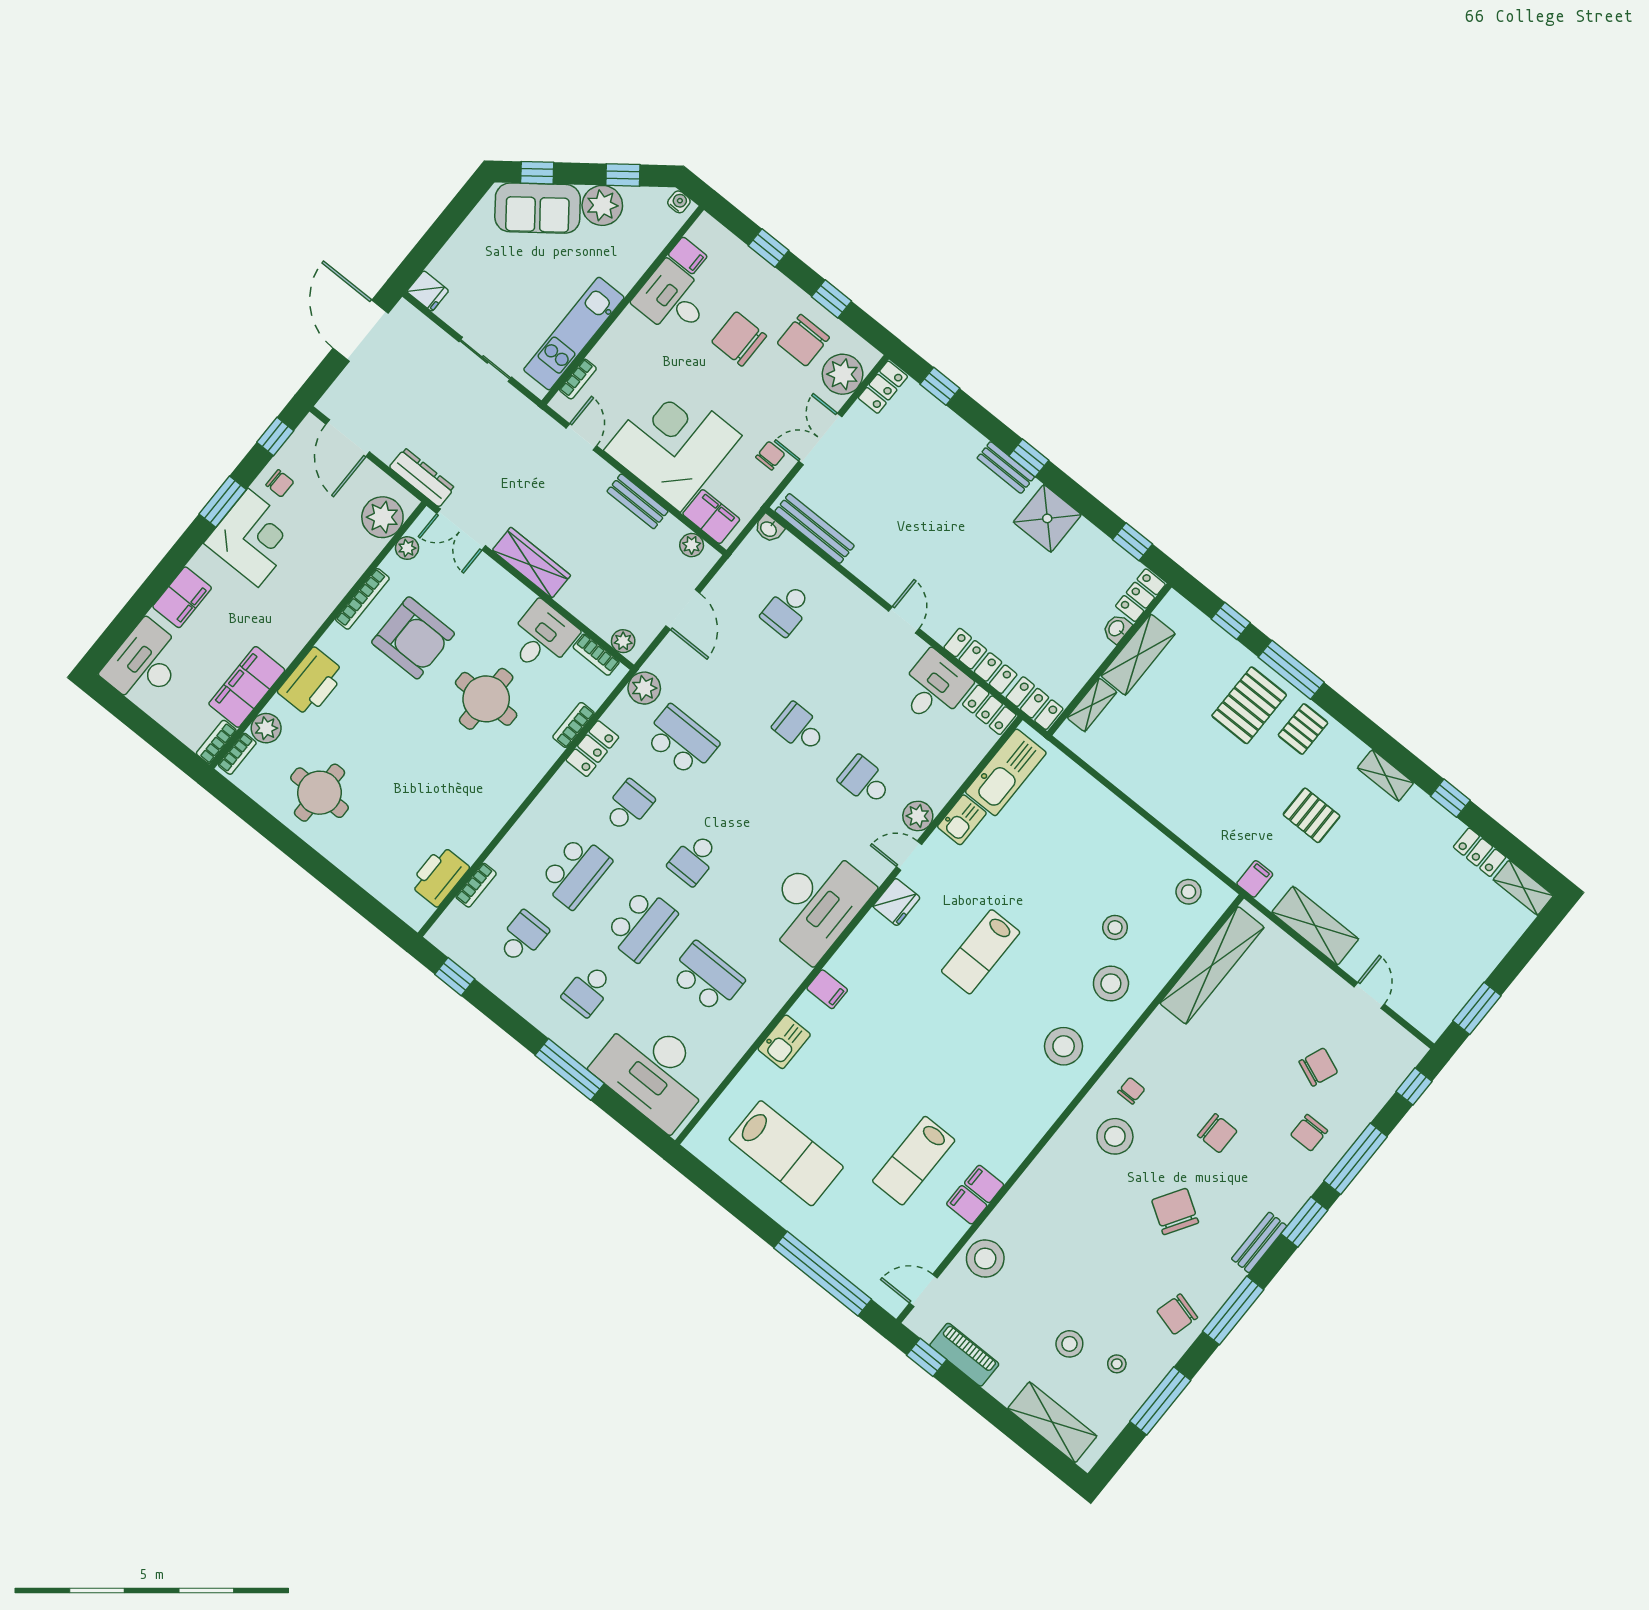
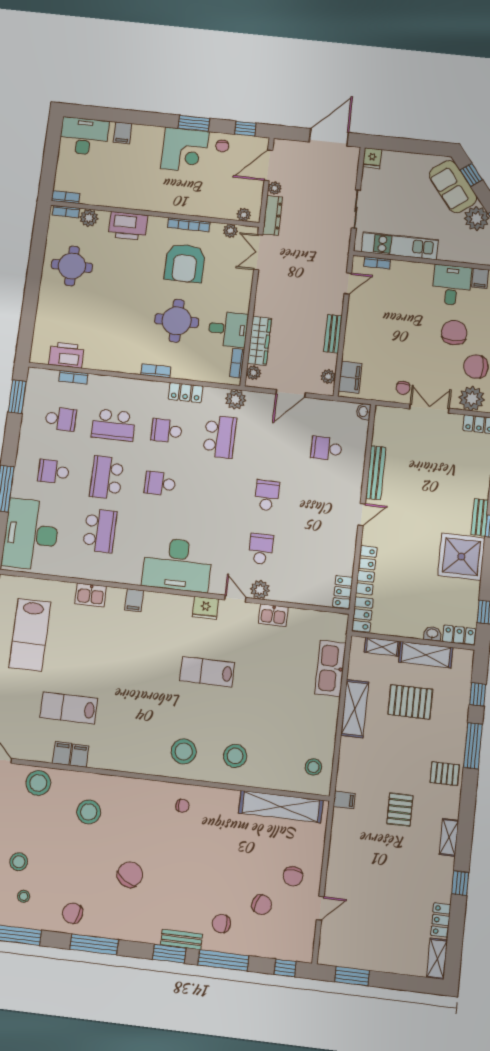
corner desk: (673, 443) -> (376, 333), removed
plant: (385, 450) -> (275, 188), added
chair: (770, 456) -> (403, 388), turned 89
plant: (382, 517) -> (244, 215), width x0.53, depth x0.53
shower: (1047, 518) -> (461, 557), width x1.37, depth x1.37
bench: (815, 528) -> (376, 473), moved
wardrobe: (531, 563) -> (259, 341), moved
filing cabinet: (182, 597) -> (123, 133), width x0.50
filing cabinet: (247, 687) -> (104, 195), removed
desk: (934, 688) -> (335, 554), removed
pallet: (1249, 705) -> (410, 702), moved
bookcase: (573, 725) -> (156, 371), moved
kitchen sink: (1006, 772) -> (330, 668), moved, turned 90
school desk: (628, 806) -> (167, 431), turned 180
school desk: (641, 925) -> (107, 478), turned 90
shelving: (1315, 926) -> (355, 709), moved
stool: (1115, 927) -> (268, 738), removed
window: (455, 977) -> (17, 397), width x1.50
chair: (1217, 1133) -> (293, 876), moved
stool: (1115, 1136) -> (89, 812), moved
bench: (1259, 1242) -> (182, 939), moved

